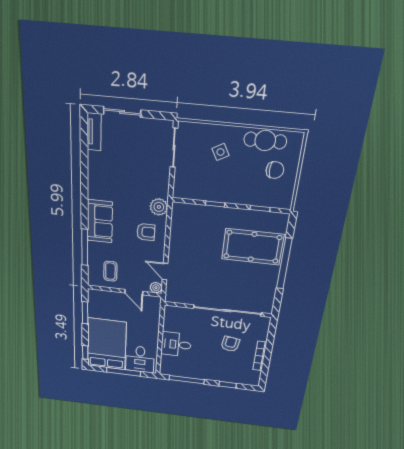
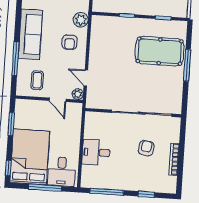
sofa: (100, 221) -> (30, 34), width x1.36
armchair: (146, 232) -> (70, 42), turned 90
window: (284, 264) -> (187, 65), width x0.68

